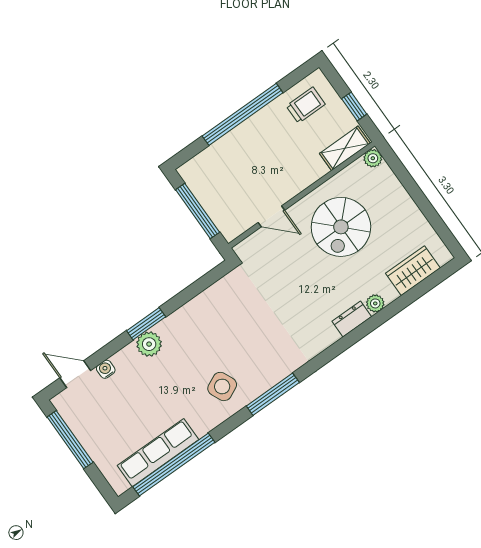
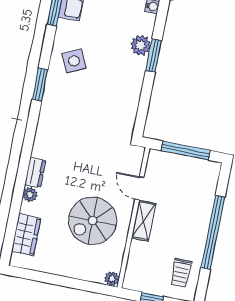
shelving: (345, 148) -> (144, 221), moved
door: (271, 216) -> (139, 188), hinge flipped
spiral stairs: (341, 227) -> (93, 221), turned -90
window: (273, 394) -> (40, 84), width x0.69

